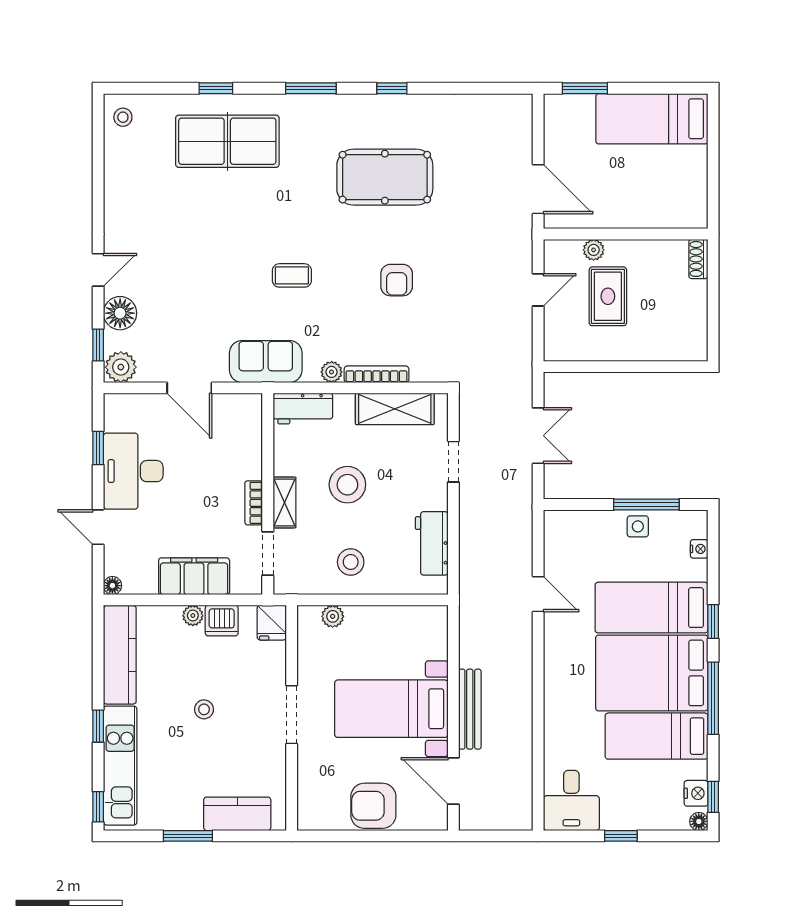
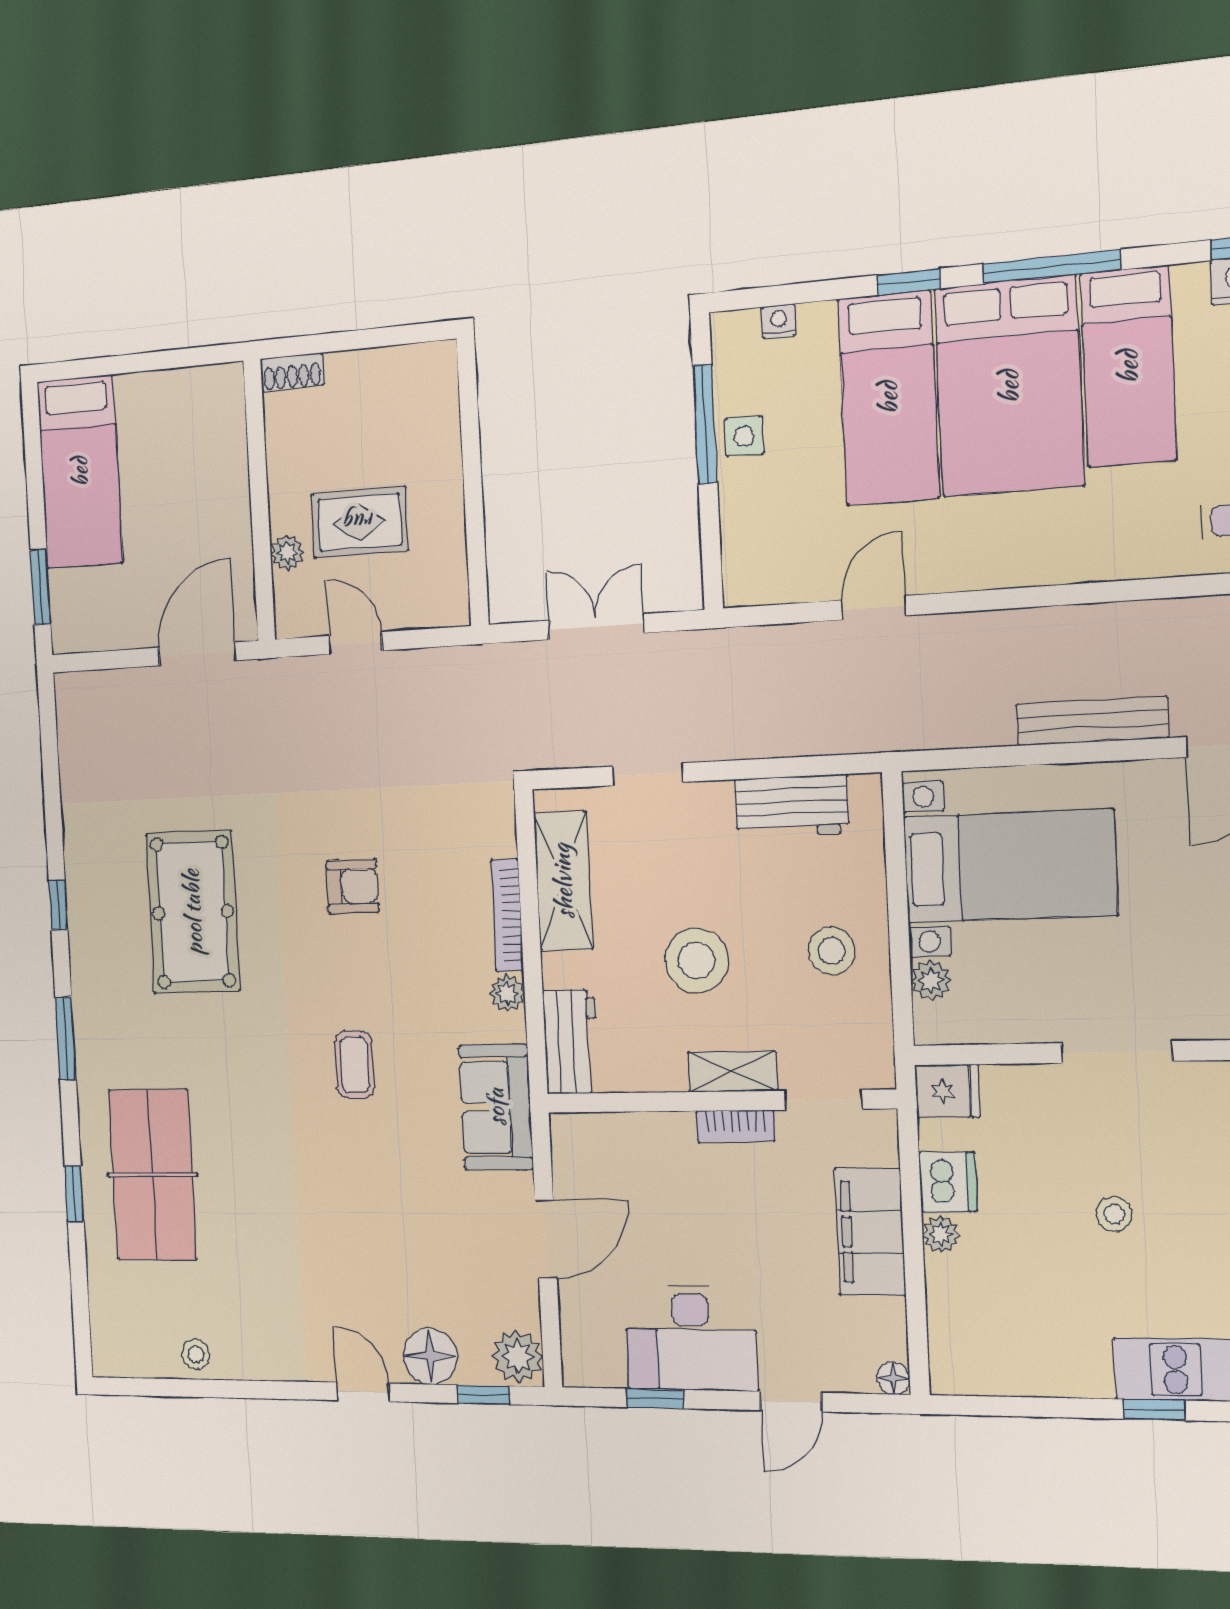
stool: (123, 117) -> (196, 1354), moved
kitchen counter: (120, 655) -> (1019, 1367), removed
bed with nightstands: (391, 709) -> (1010, 866), moved, turned -90

